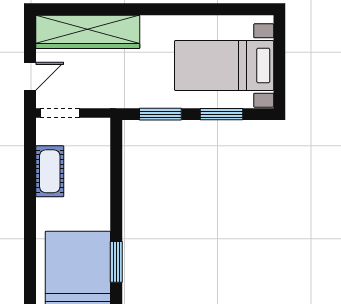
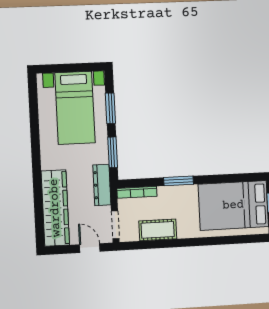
dresser: (116, 97) -> (102, 185), added
bookcase: (103, 145) -> (137, 192), added
window: (116, 262) -> (179, 181), moved

